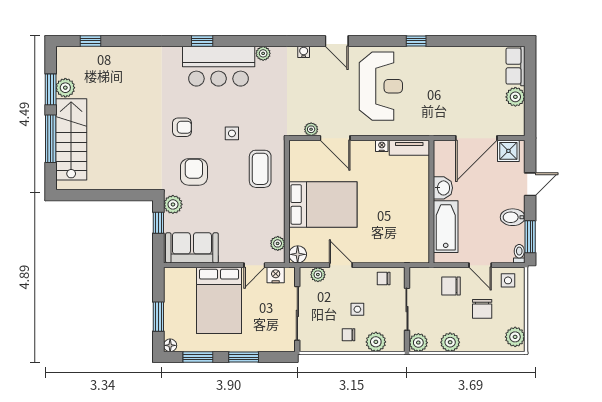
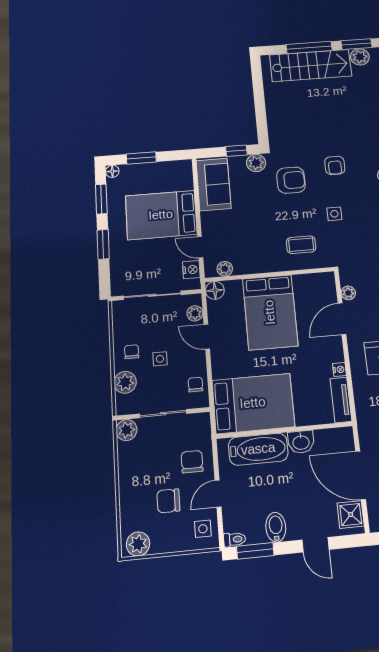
coffee table: (260, 169) -> (301, 245), width x0.73, depth x0.77
bed: (405, 228) -> (253, 403), added
door: (341, 265) -> (207, 337), swing flipped
plant: (450, 342) -> (128, 467), removed

